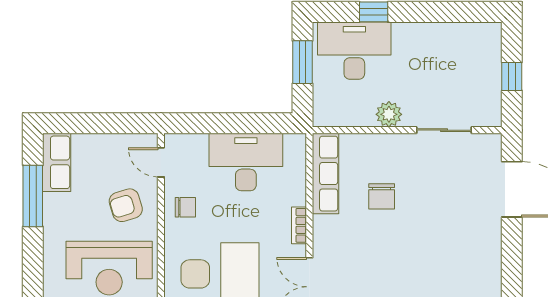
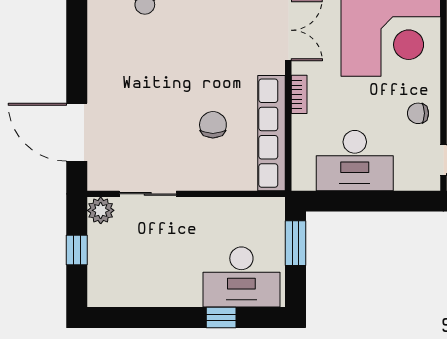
window: (302, 62) -> (296, 243), moved
plant: (389, 114) -> (101, 210), moved
row of seats: (325, 174) -> (272, 133), width x1.36

